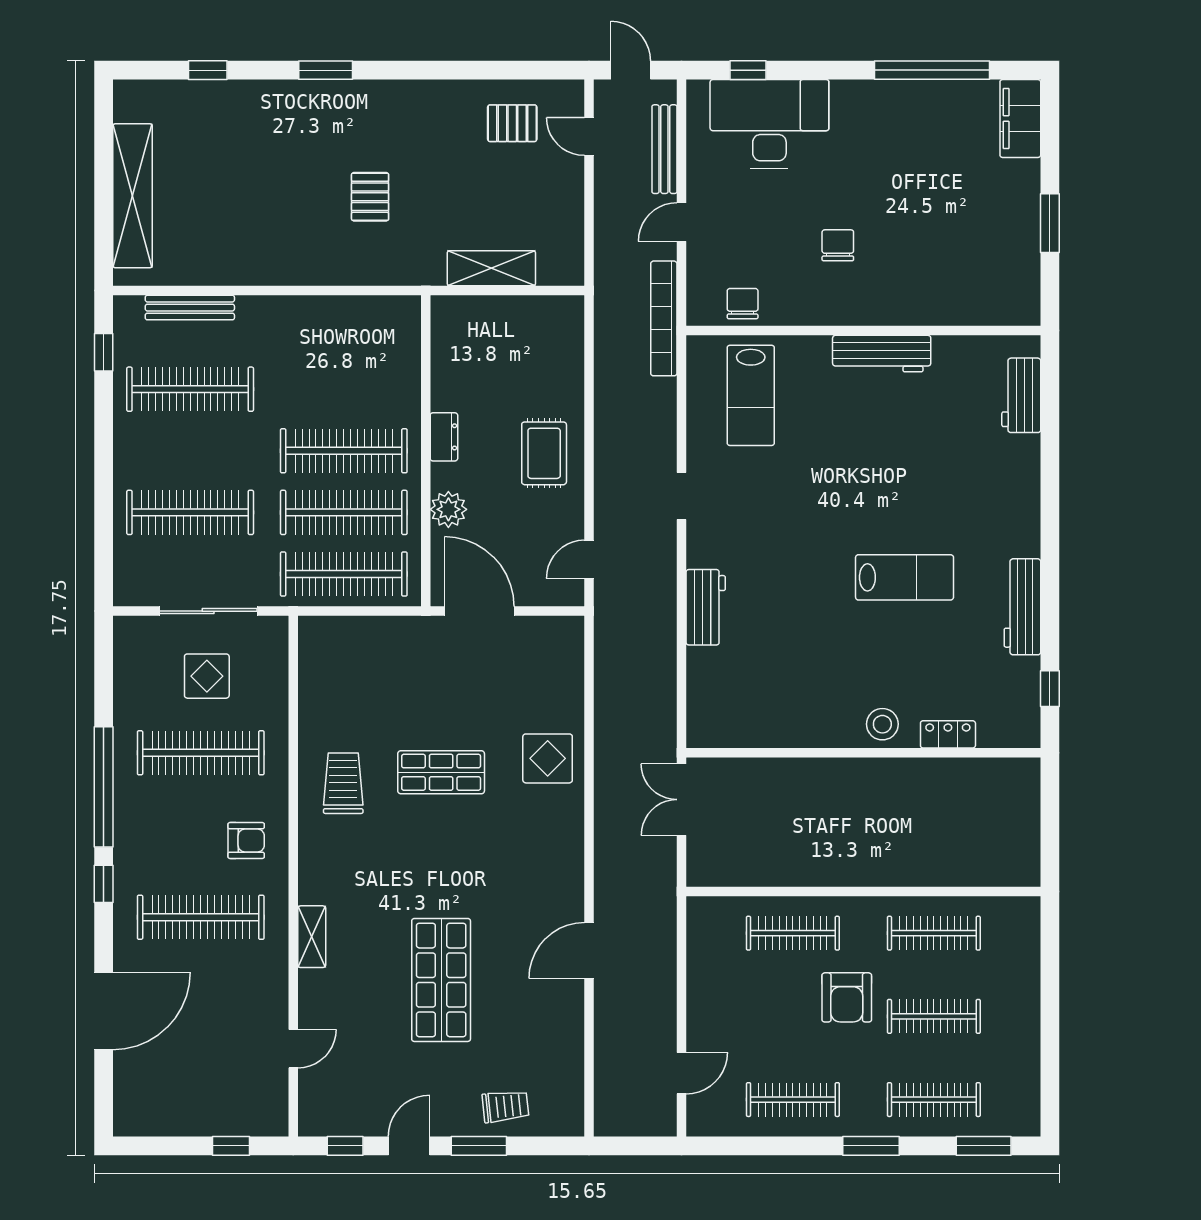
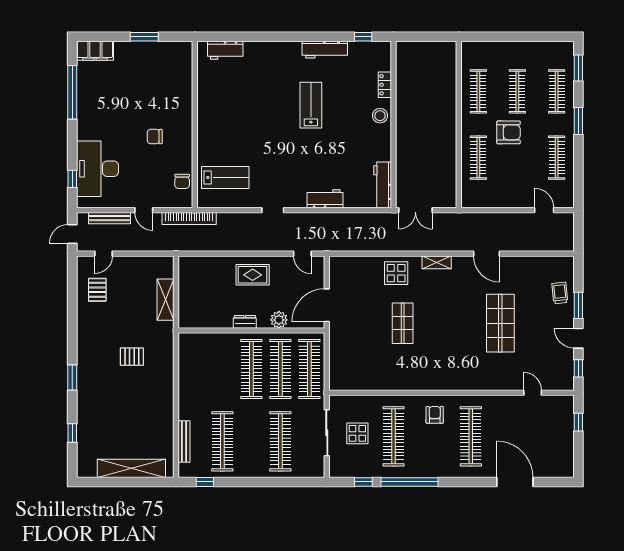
chair: (743, 304) -> (182, 181), turned -90
workbench: (882, 354) -> (383, 185), moved, turned 180
trolley: (343, 783) -> (408, 369), removed
window: (104, 884) -> (363, 482), moved
shelving: (312, 937) -> (437, 262), moved
shop shelf: (441, 980) -> (500, 323), turned 90

